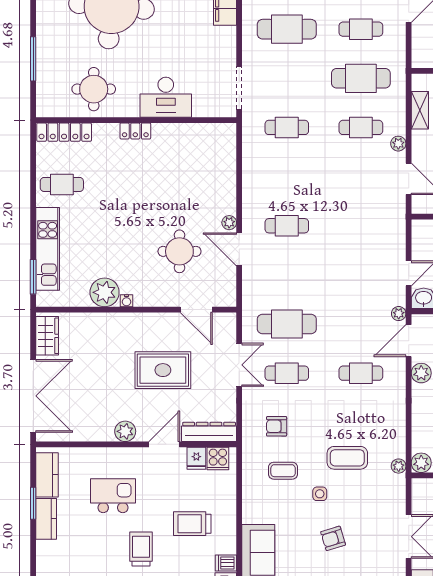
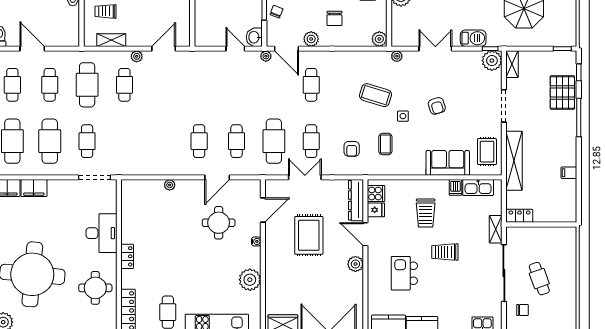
cafe table: (287, 127) -> (87, 141), moved
plant: (229, 223) -> (170, 185), moved
cafe table: (287, 275) -> (237, 141), added
water cooler: (127, 301) -> (256, 241), moved
coffee table: (347, 458) -> (376, 95), turned -73
plant: (399, 466) -> (397, 56), moved

